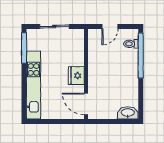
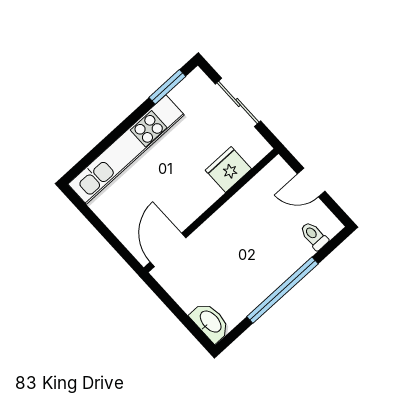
window: (24, 48) -> (167, 87), width x0.69
window: (141, 56) -> (282, 290), moved
fridge: (76, 76) -> (228, 169), moved

